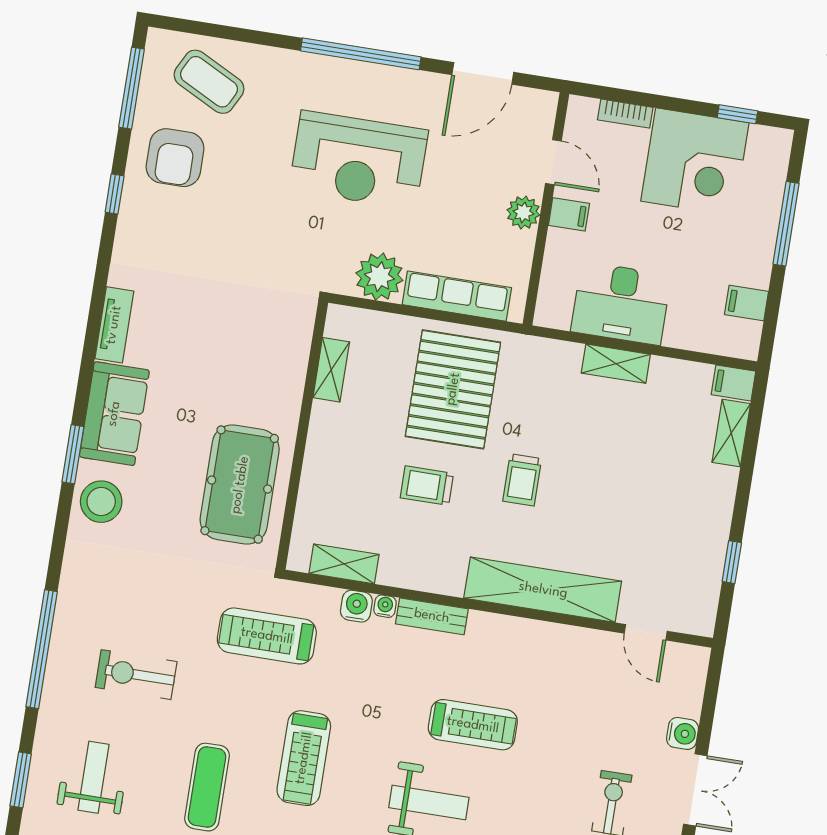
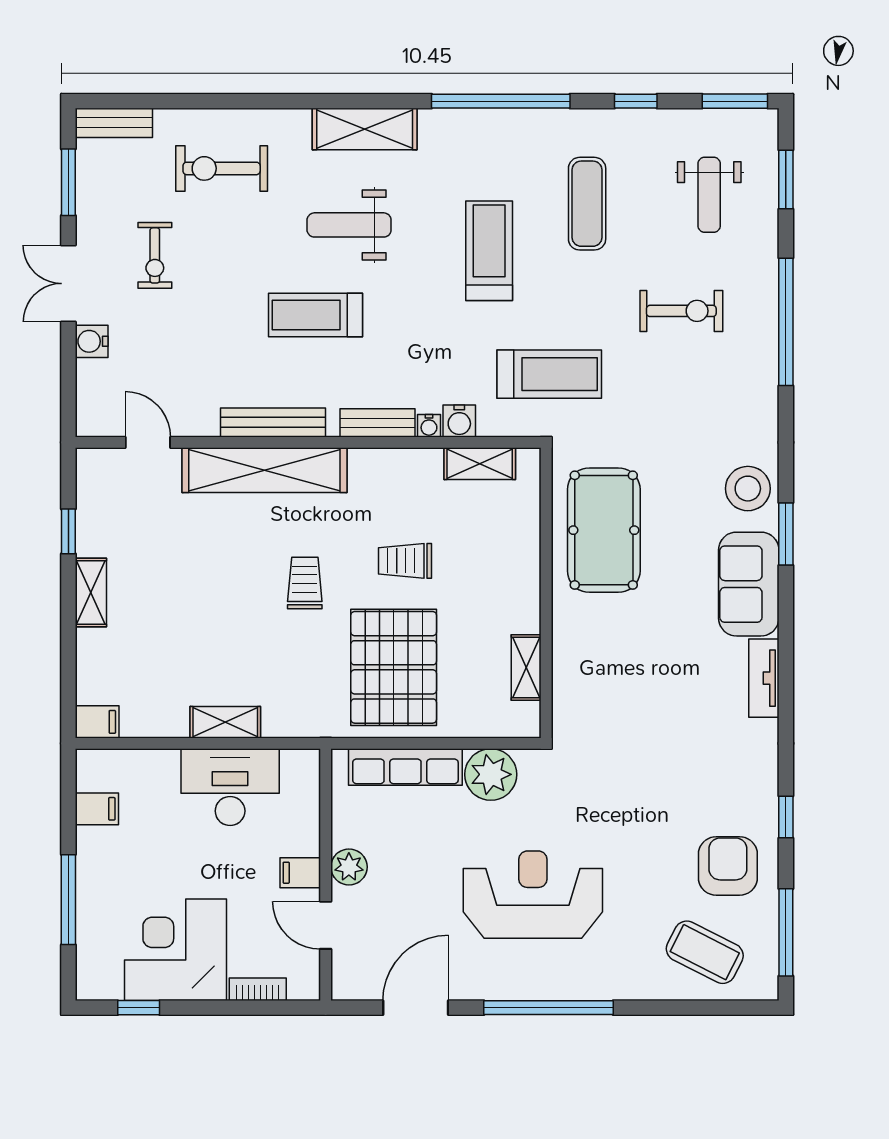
shelving: (731, 433) -> (91, 593), moved
trolley: (427, 486) -> (405, 561), turned 180
bench: (528, 632) -> (273, 422), added

